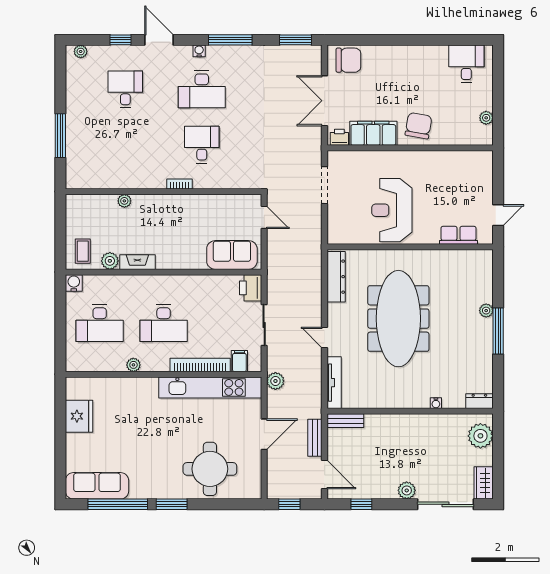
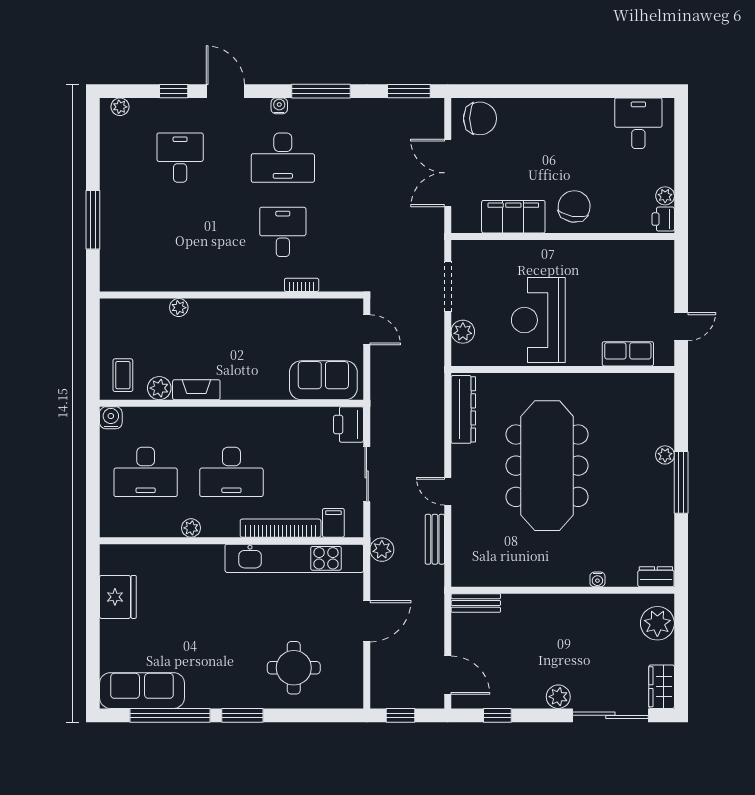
printer: (339, 137) -> (663, 219), moved, turned -90
bookcase: (179, 184) -> (302, 285), moved
plant: (336, 219) -> (463, 332), added
tv unit: (334, 383) -> (461, 552), removed
bench: (315, 438) -> (435, 539), moved
round table: (210, 469) -> (294, 668), width x0.73, depth x0.73

